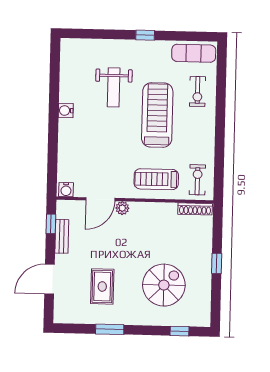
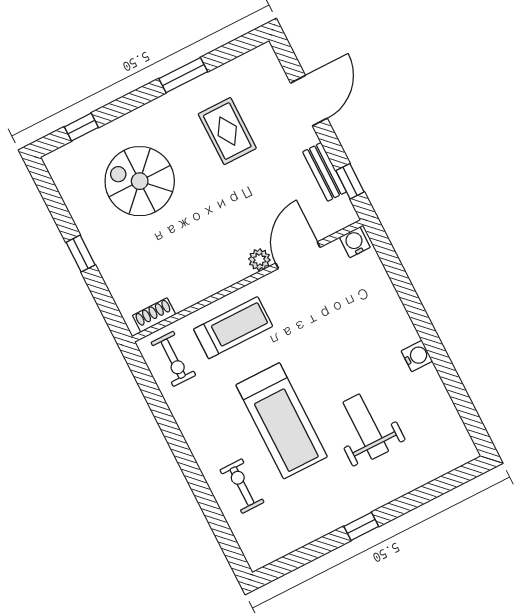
exercise mat: (194, 53) -> (277, 538), removed
shoe rack: (195, 209) -> (154, 315), width x0.70
spiral stairs: (164, 285) -> (140, 181), turned 90

